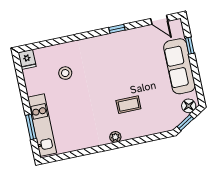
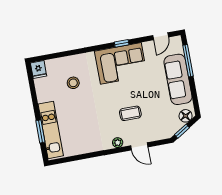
door: (159, 20) -> (161, 36), hinge flipped
window: (190, 46) -> (188, 61), width x2.17
corner sofa: (117, 51) -> (121, 63), added
door: (139, 140) -> (139, 146), added

